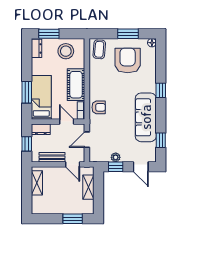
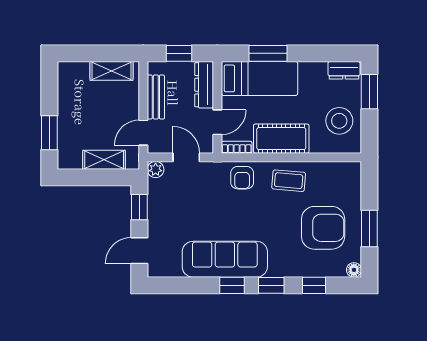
coffee table: (99, 49) -> (289, 181), moved
window: (161, 66) -> (314, 285), added
dresser: (41, 129) -> (204, 85), width x1.44
window: (161, 140) -> (232, 285), moved
plant: (116, 157) -> (156, 170), moved

